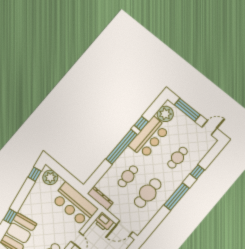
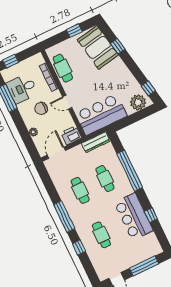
plant: (165, 114) -> (150, 243), removed
window: (122, 147) -> (130, 171), moved
cafe table: (148, 193) -> (80, 190), width x0.73, depth x0.74

